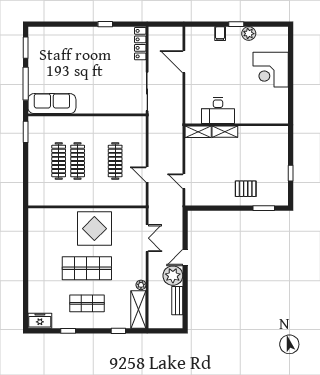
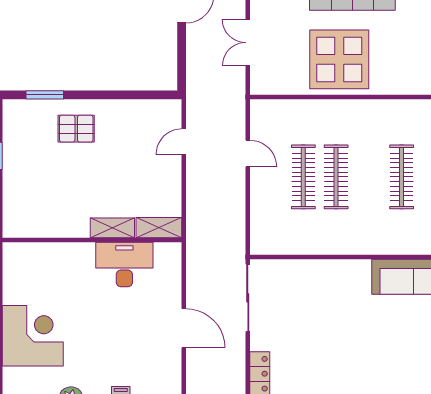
door: (184, 62) -> (184, 328), moved
clothes rail: (78, 161) -> (336, 177), moved
door: (184, 181) -> (184, 142), swing flipped

